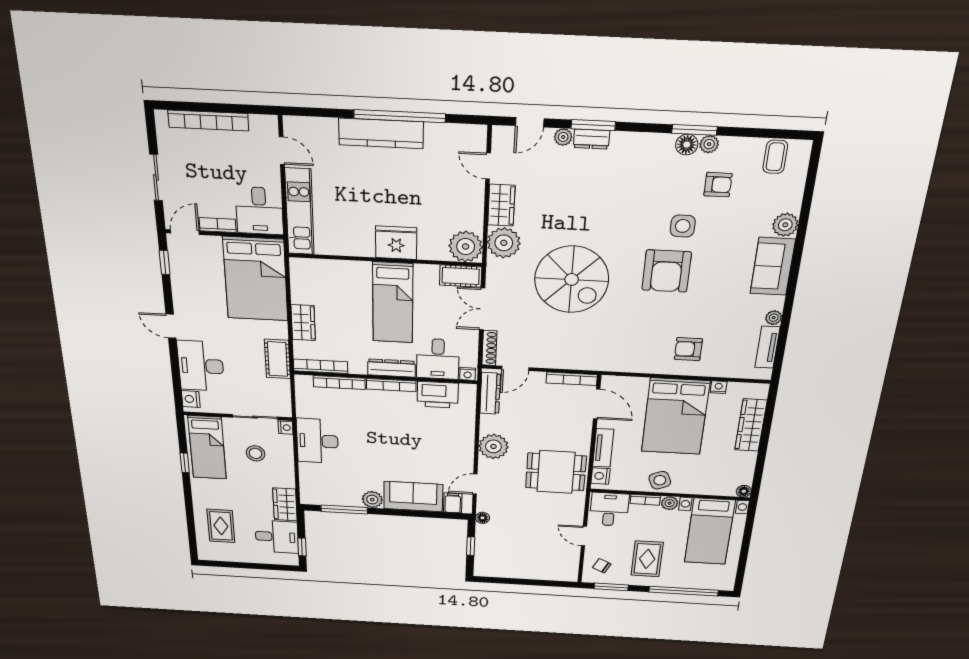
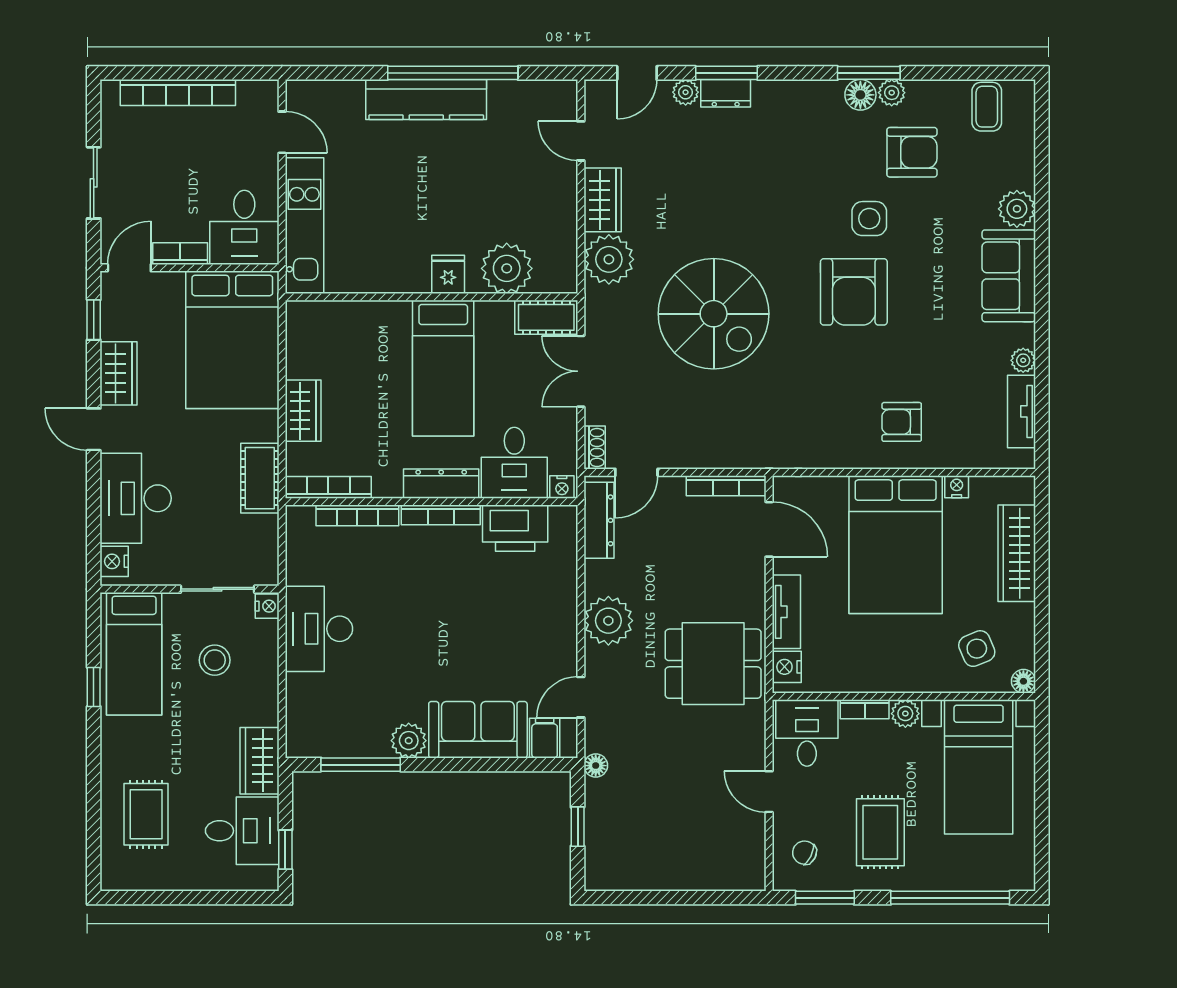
armchair: (718, 185) -> (912, 152), width x1.38, depth x1.38
fridge: (396, 243) -> (448, 274), width x0.53, depth x0.75
plant: (466, 247) -> (507, 268), moved
wardrobe: (184, 295) -> (119, 373), added
shoe rack: (489, 348) -> (595, 447), width x0.70
side table: (660, 480) -> (977, 649), moved

